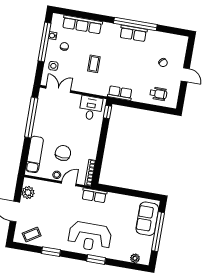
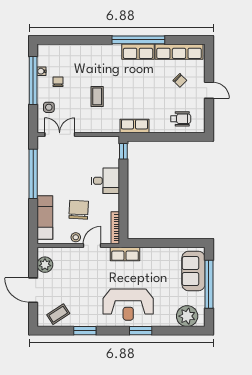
row of seats: (82, 24) -> (179, 52), moved
desk: (91, 108) -> (105, 181), moved, turned 90
plant: (135, 258) -> (187, 316), width x1.87, depth x1.87

